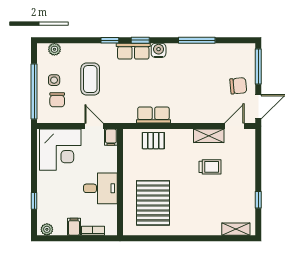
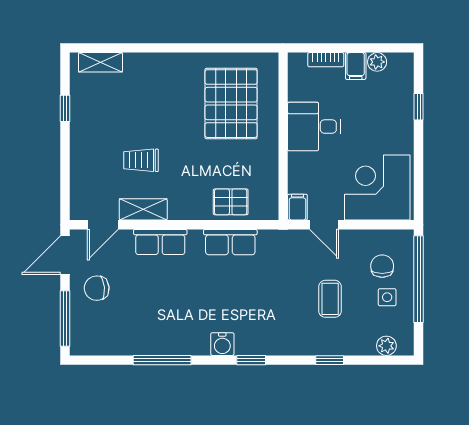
window: (110, 40) -> (330, 360), moved
row of seats: (133, 51) -> (160, 242), moved, turned 180
coffee table: (90, 79) -> (330, 299), width x0.73, depth x0.77
plant: (47, 229) -> (377, 62), moved

